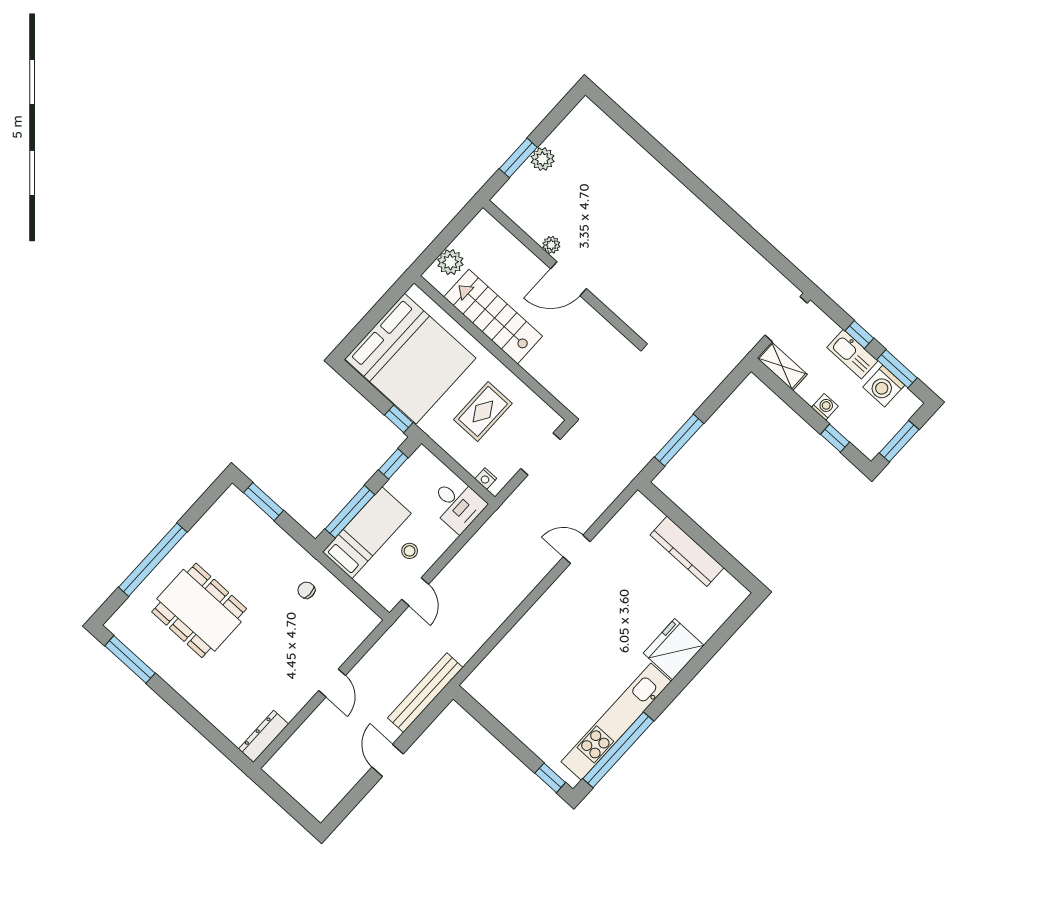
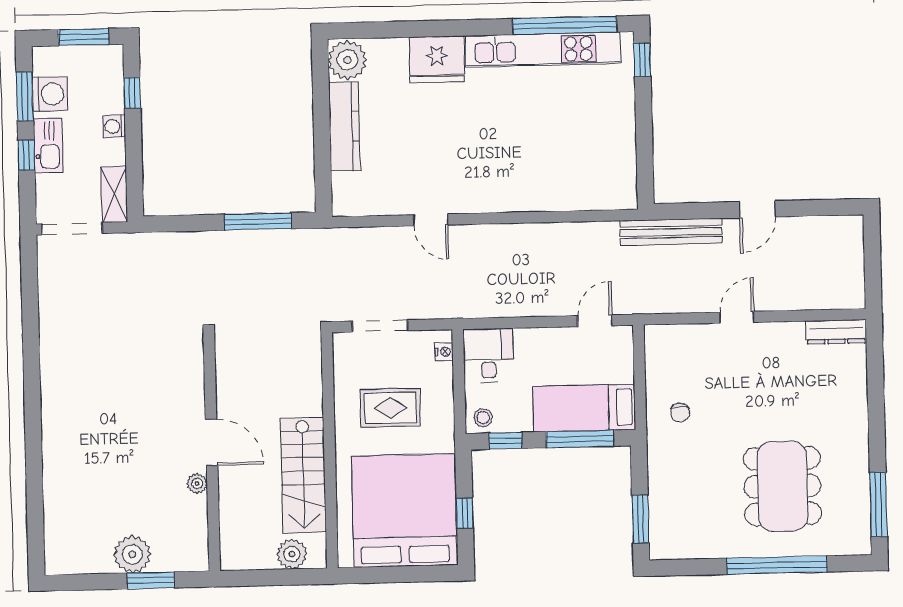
plant: (543, 159) -> (132, 554), width x1.36, depth x1.36
window: (399, 419) -> (465, 513), moved
stool: (410, 551) -> (483, 418), moved
plant: (727, 593) -> (347, 60), added

